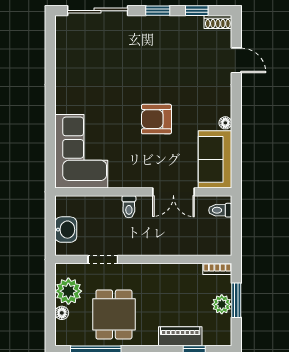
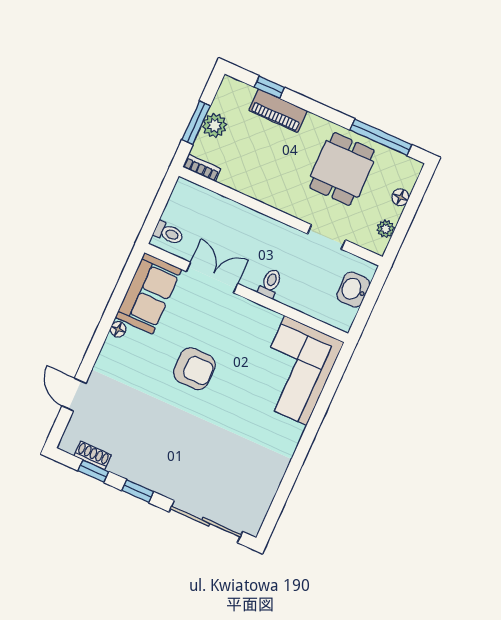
shoe rack: (218, 22) -> (93, 455), moved
plant: (68, 291) -> (386, 229), width x0.53, depth x0.53

